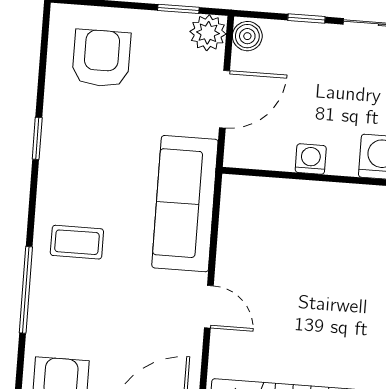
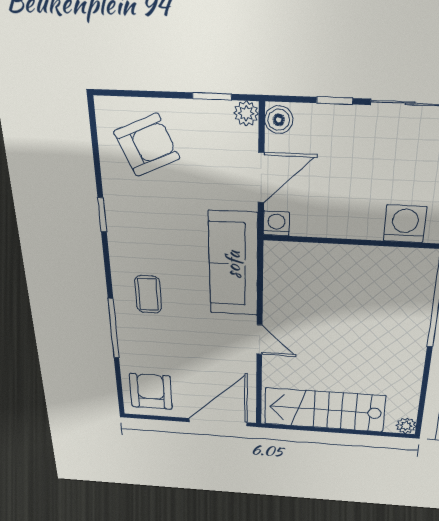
plant: (208, 33) -> (246, 113), width x0.73, depth x0.73
armchair: (101, 58) -> (147, 145), turned 66
washing machine: (311, 159) -> (276, 224), moved
coffee table: (77, 242) -> (148, 294), turned 90

